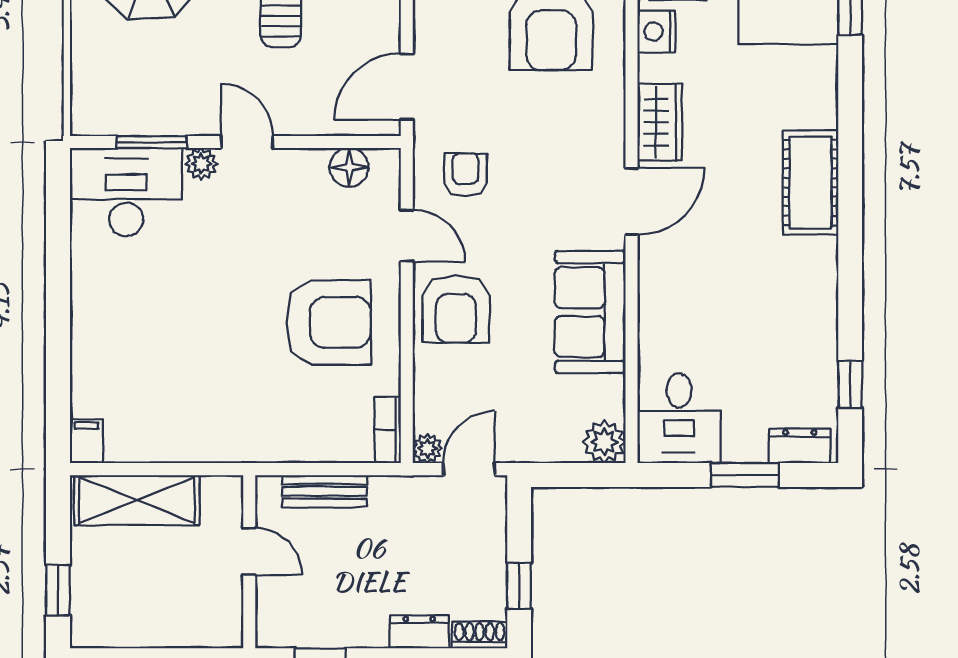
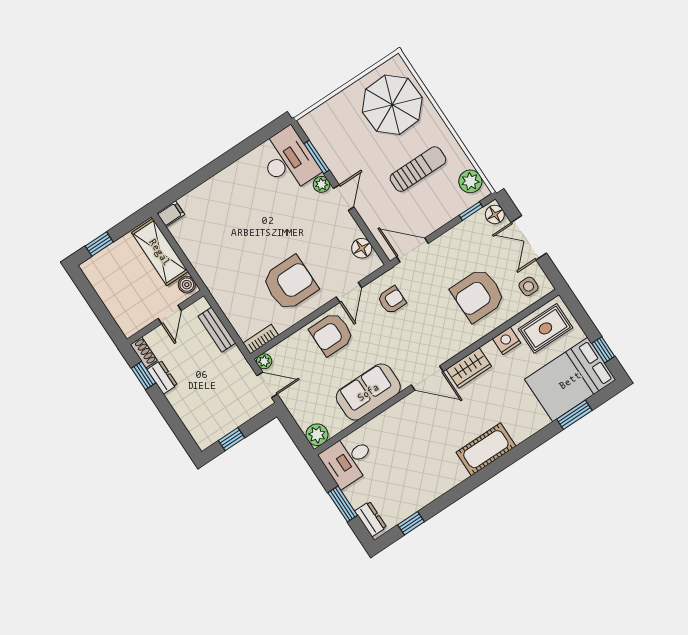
armchair: (328, 322) -> (290, 283), turned -90
boiler: (219, 491) -> (187, 285), added
dresser: (419, 632) -> (162, 377), moved
shoe rack: (480, 635) -> (144, 352), moved

